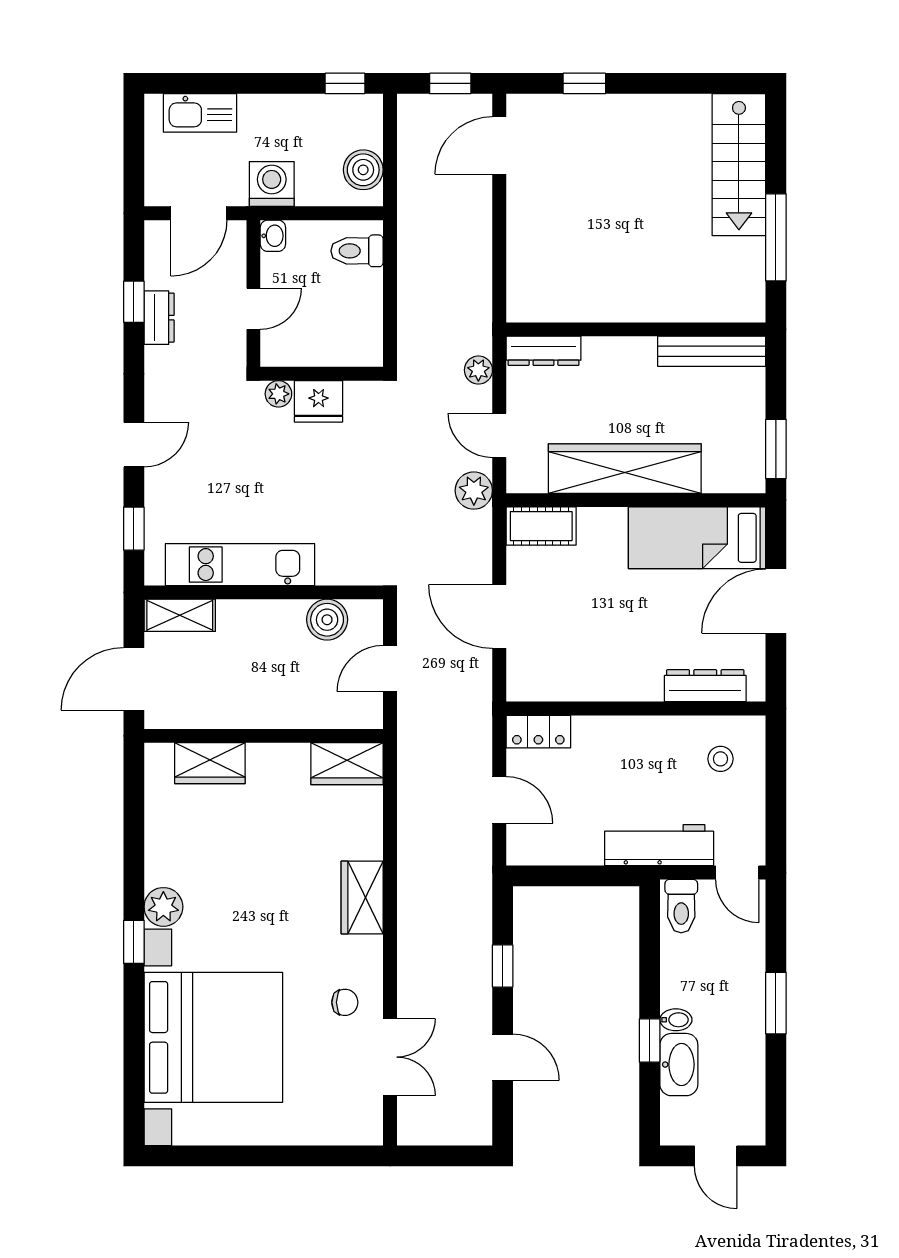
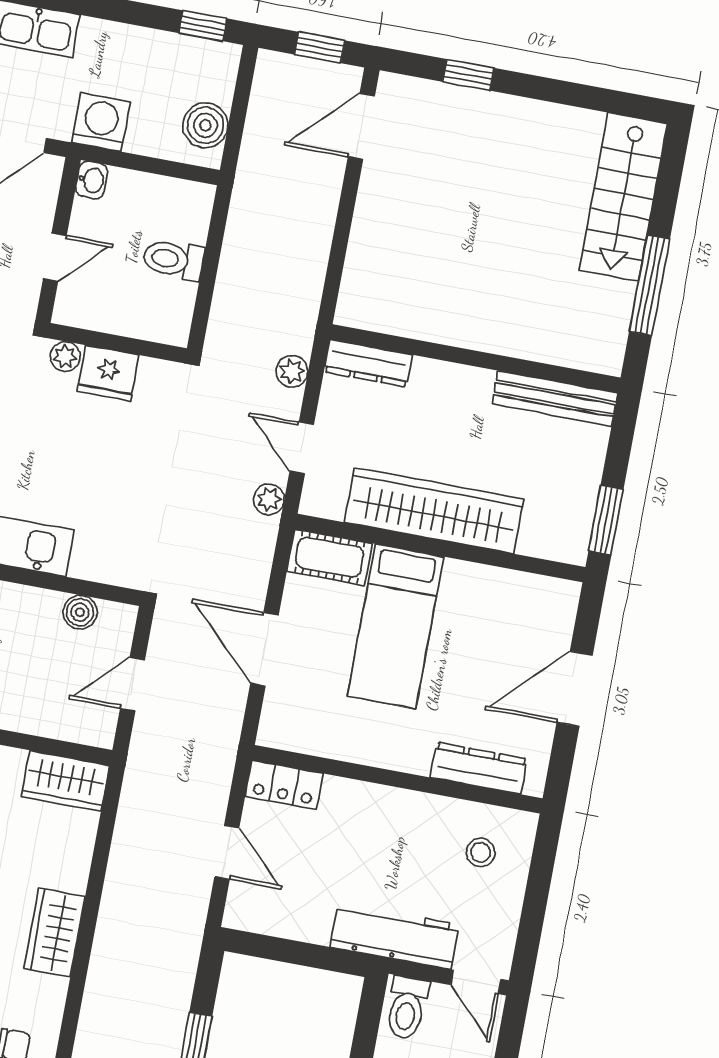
toilet: (357, 251) -> (173, 260), moved
plant: (474, 491) -> (269, 499), width x0.73, depth x0.73
bed: (697, 538) -> (396, 626), moved, turned -90
boiler: (327, 620) -> (80, 612), width x0.73, depth x0.73

